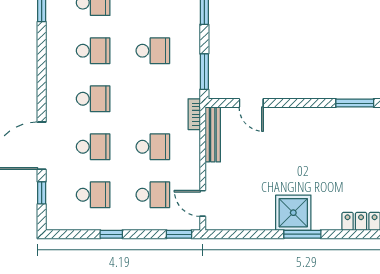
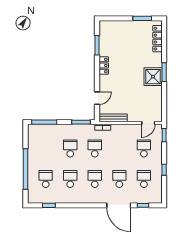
locker: (315, 116) -> (104, 65), added
school desk: (153, 147) -> (95, 148), moved

